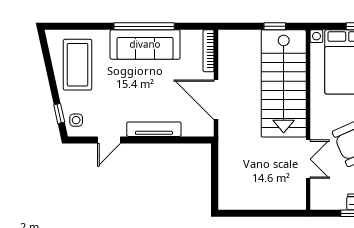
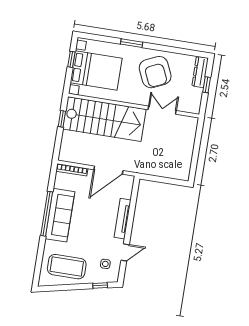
side table: (76, 120) -> (105, 264), moved
door: (109, 140) -> (125, 252), hinge flipped

